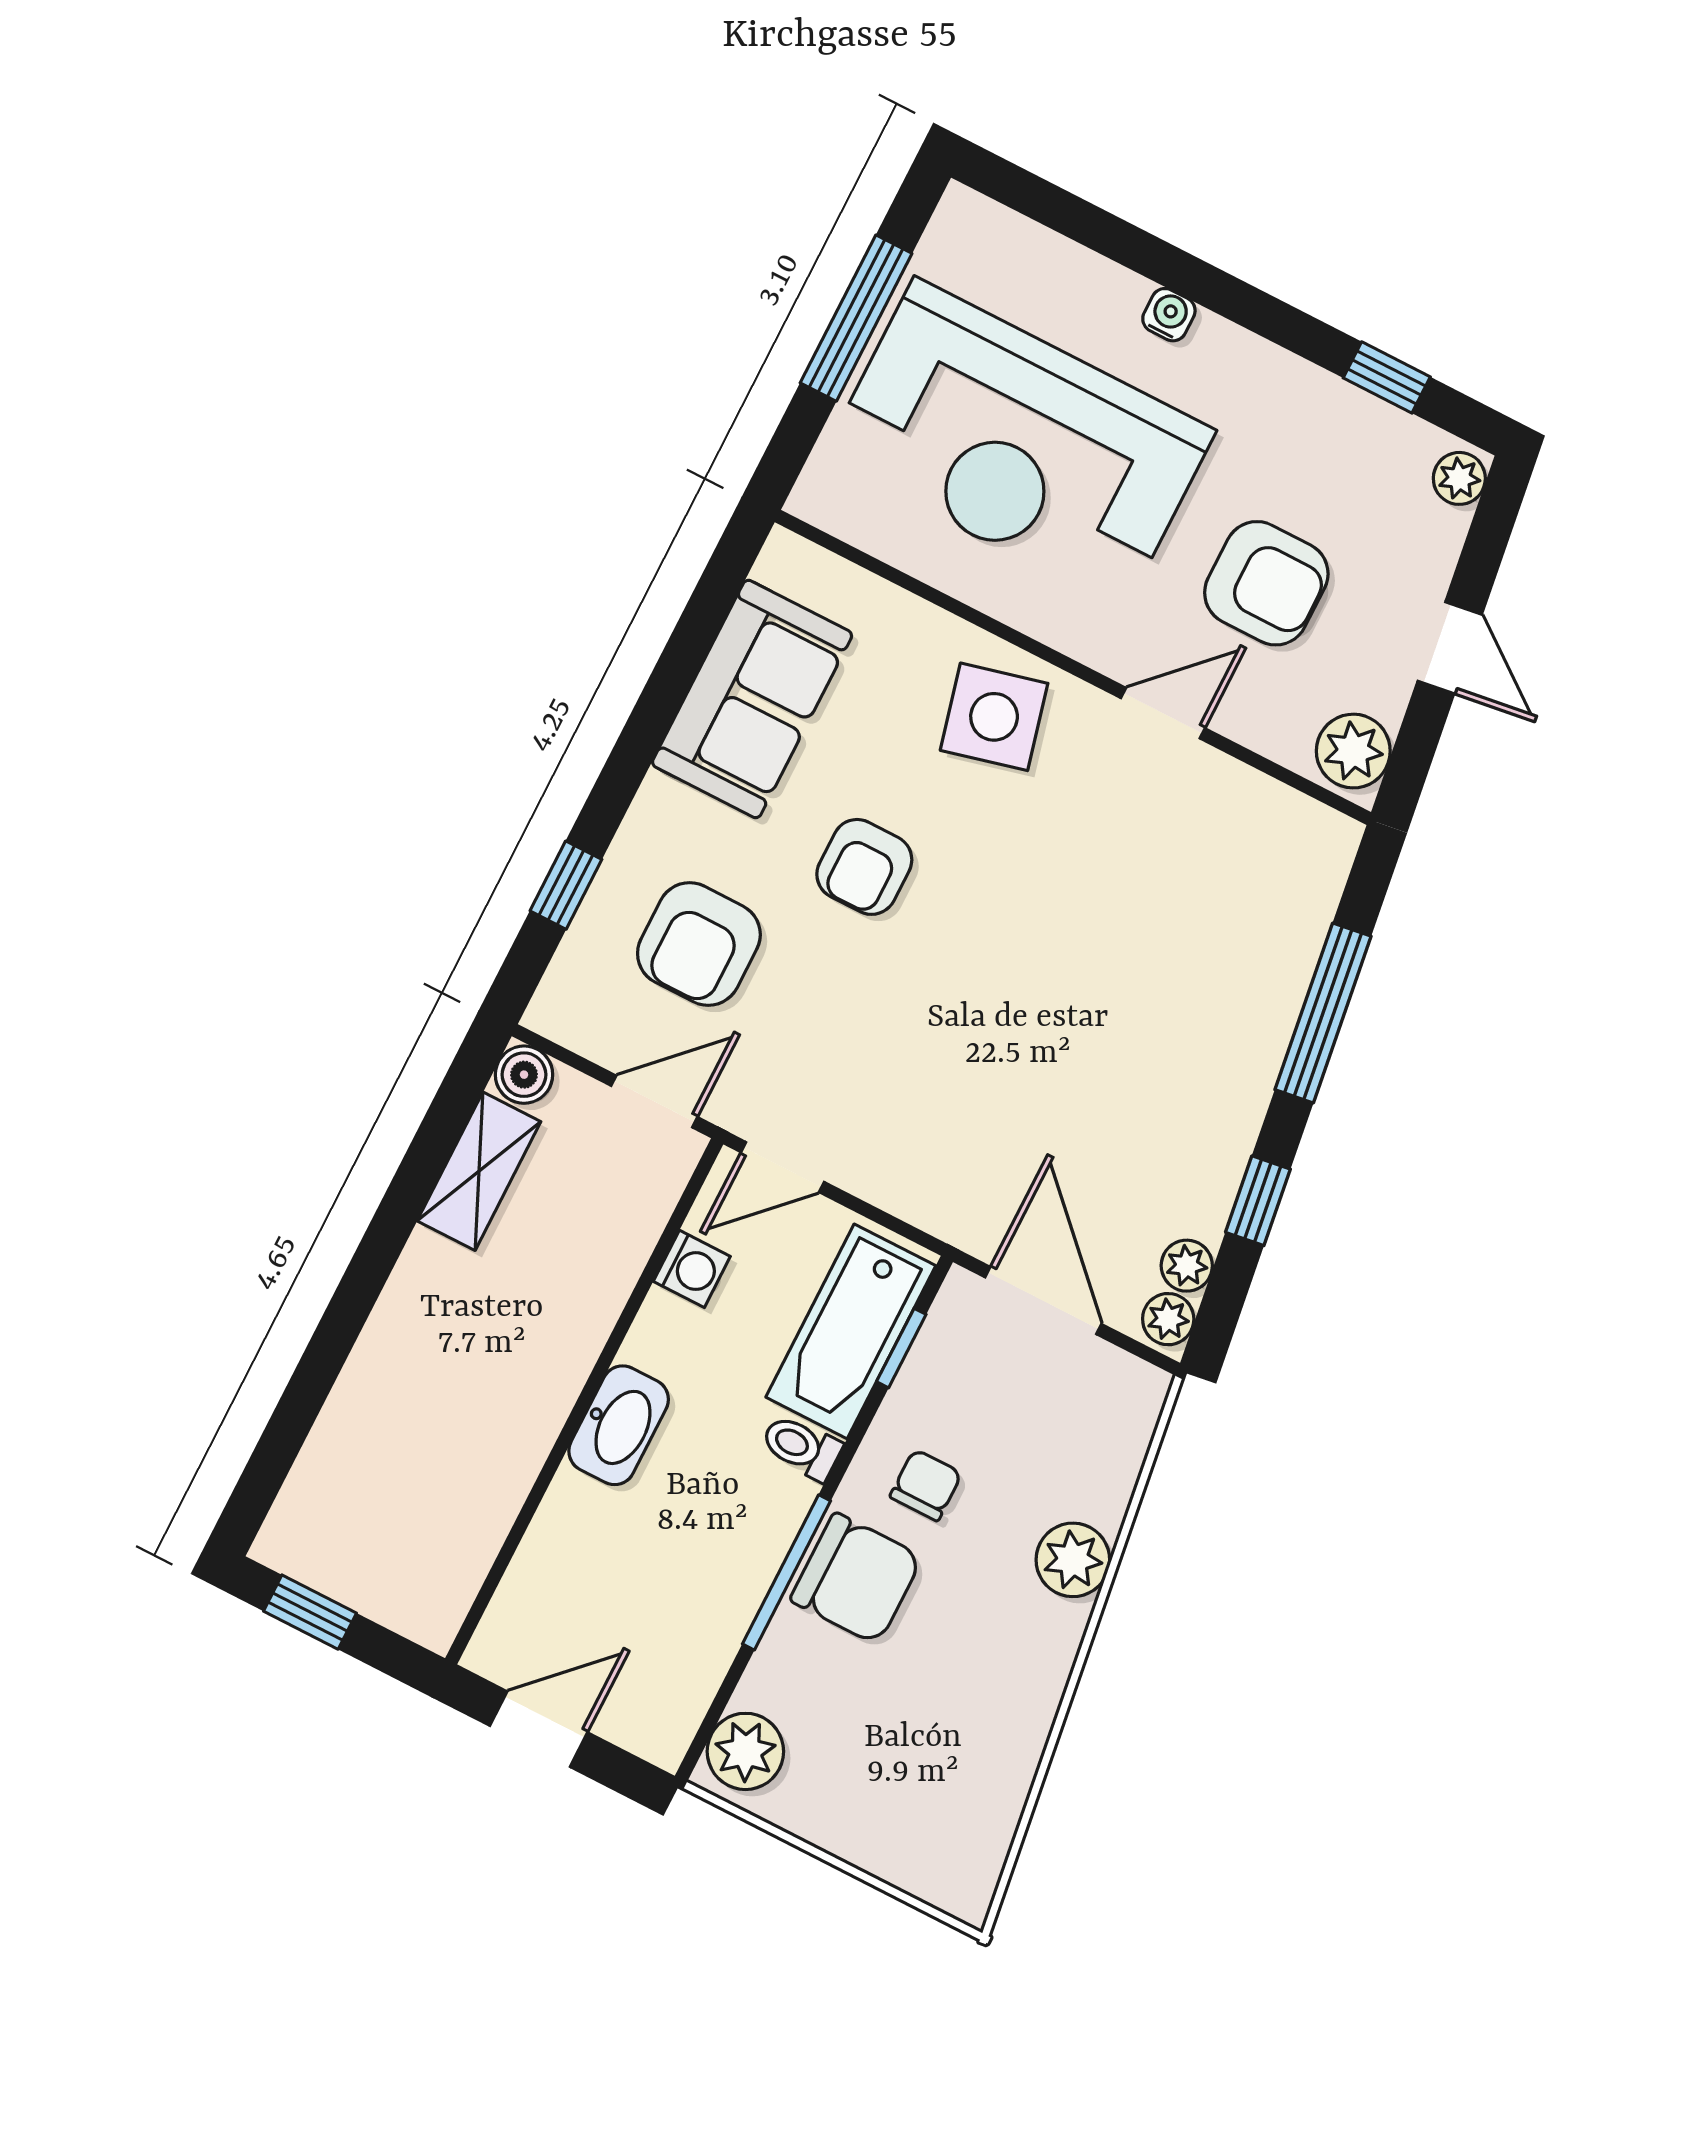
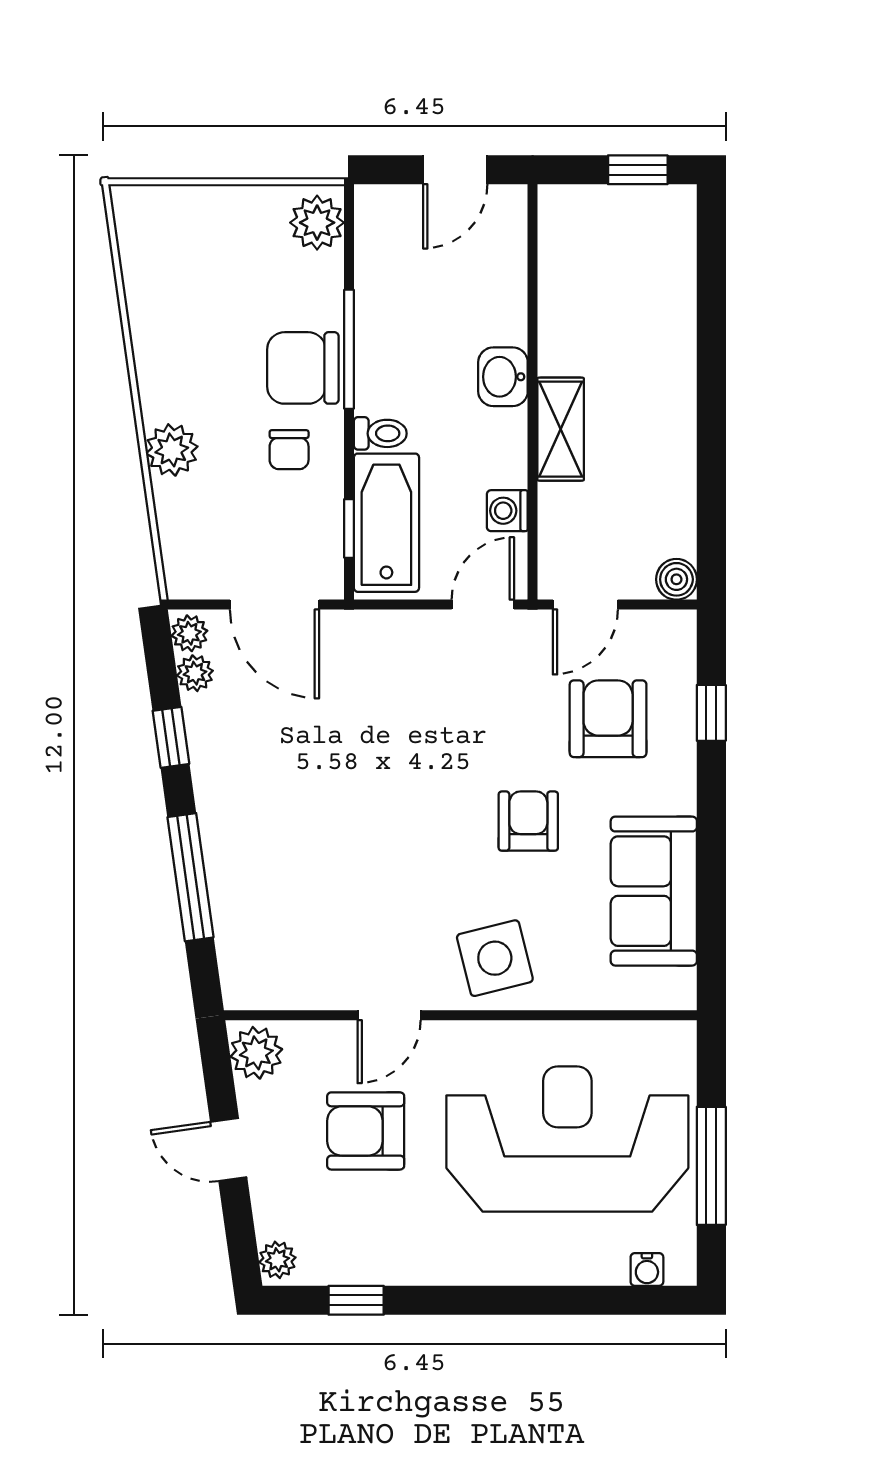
water cooler: (1169, 315) -> (647, 1269), moved
shelving: (479, 1171) -> (561, 429), moved
washbasin: (619, 1425) -> (503, 377), width x0.72

